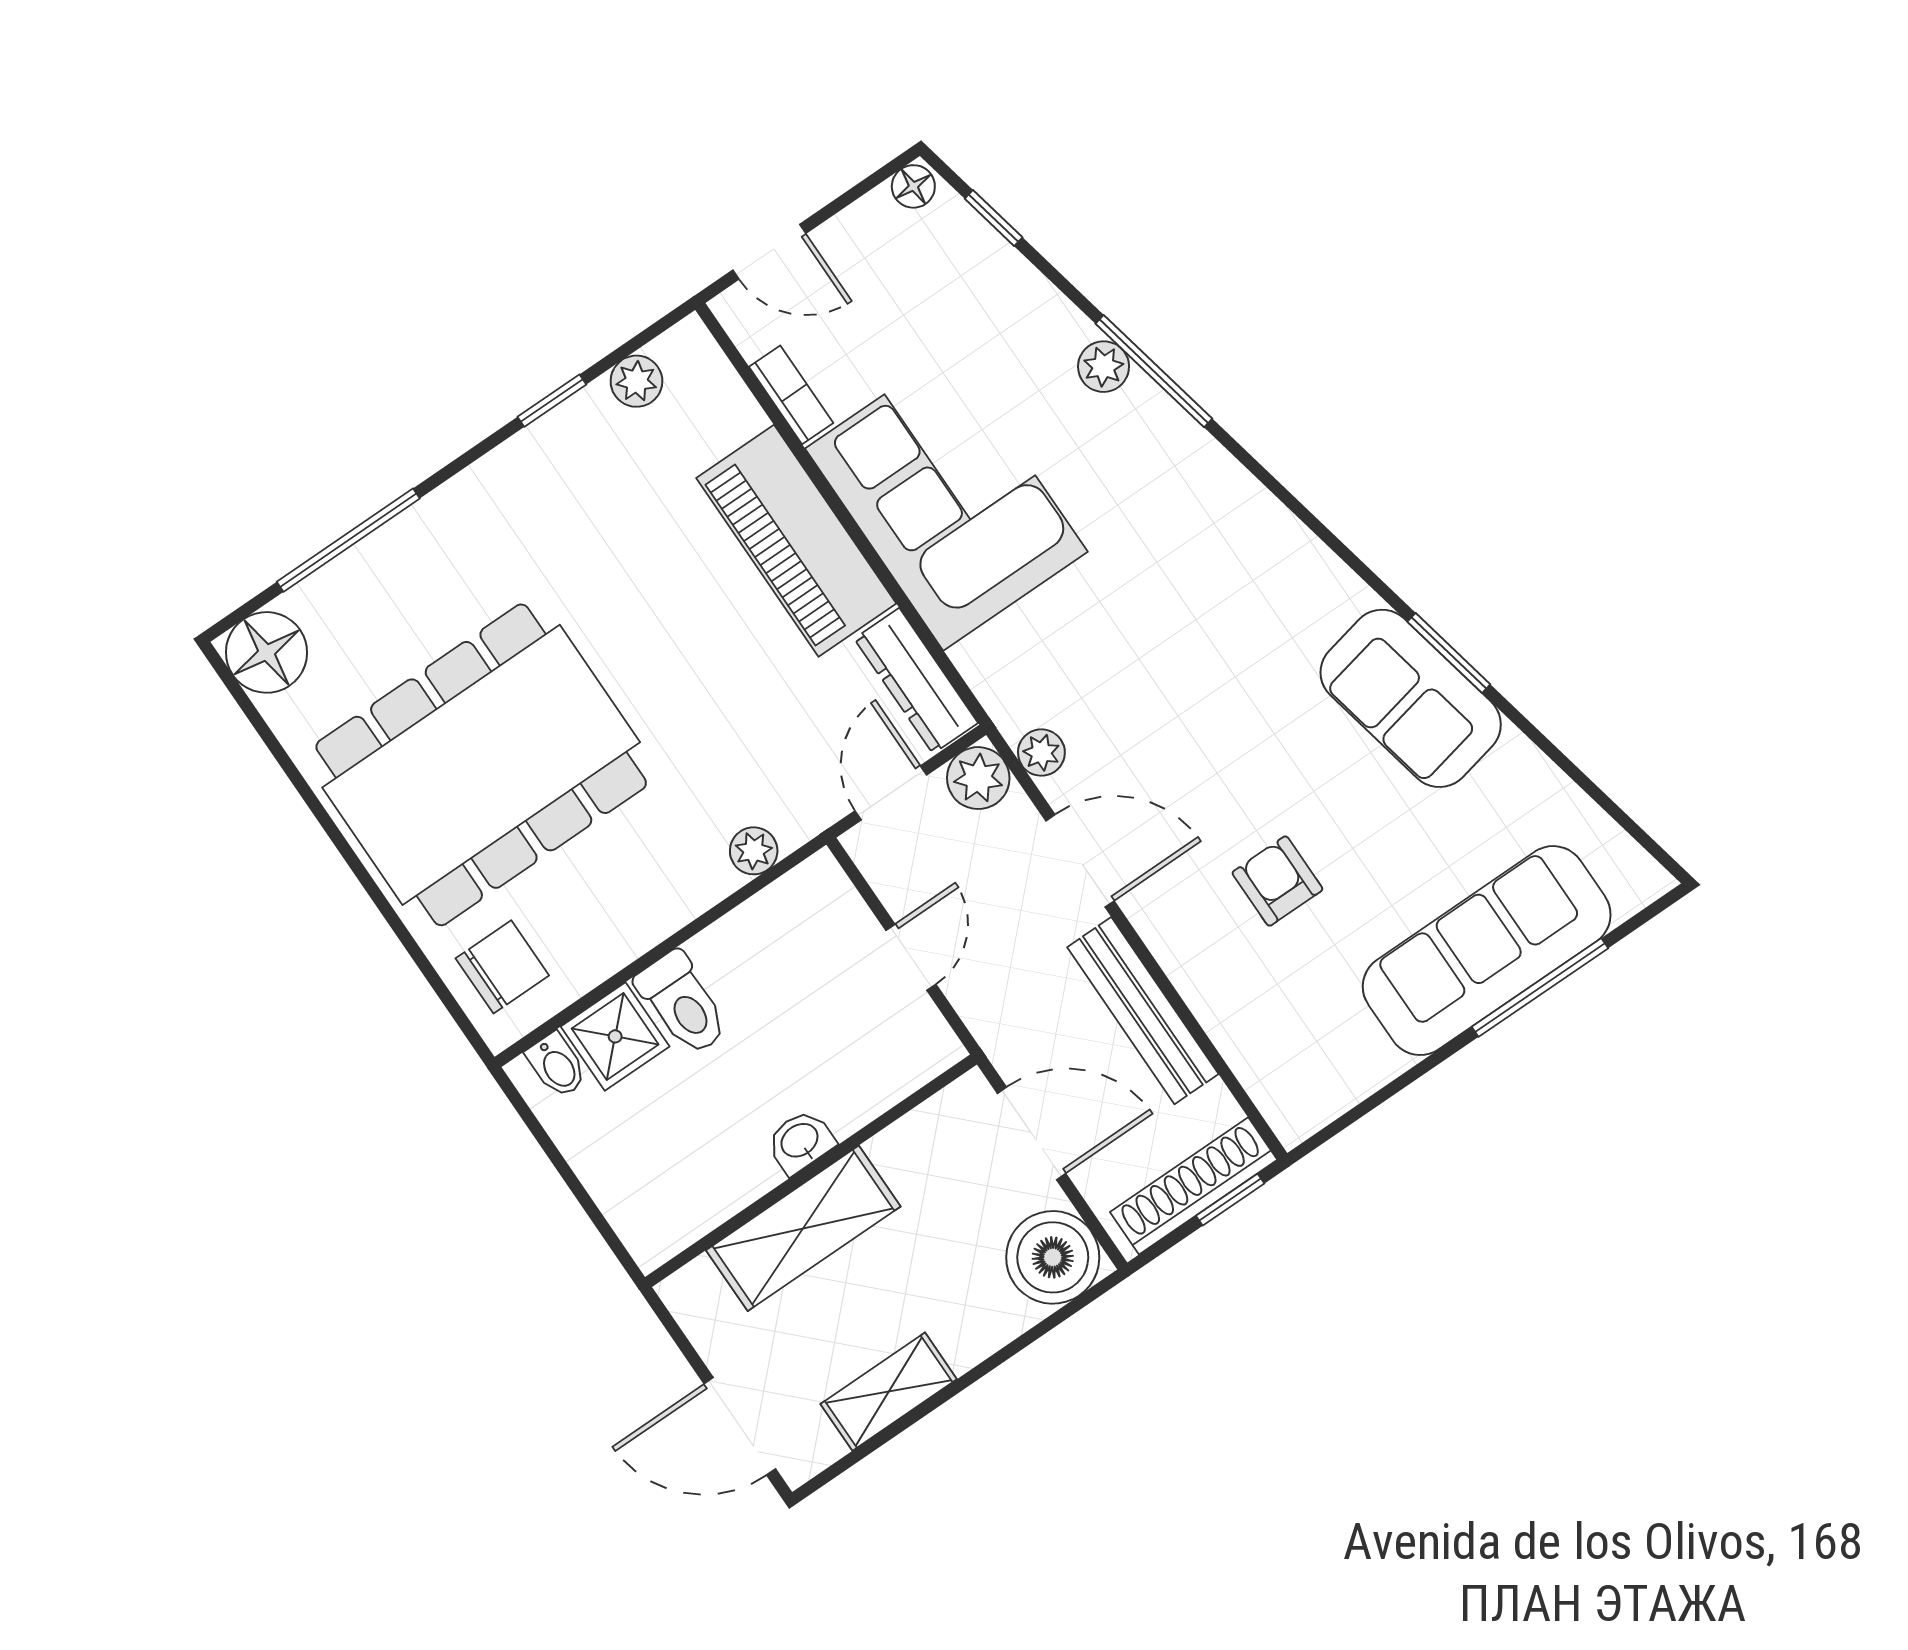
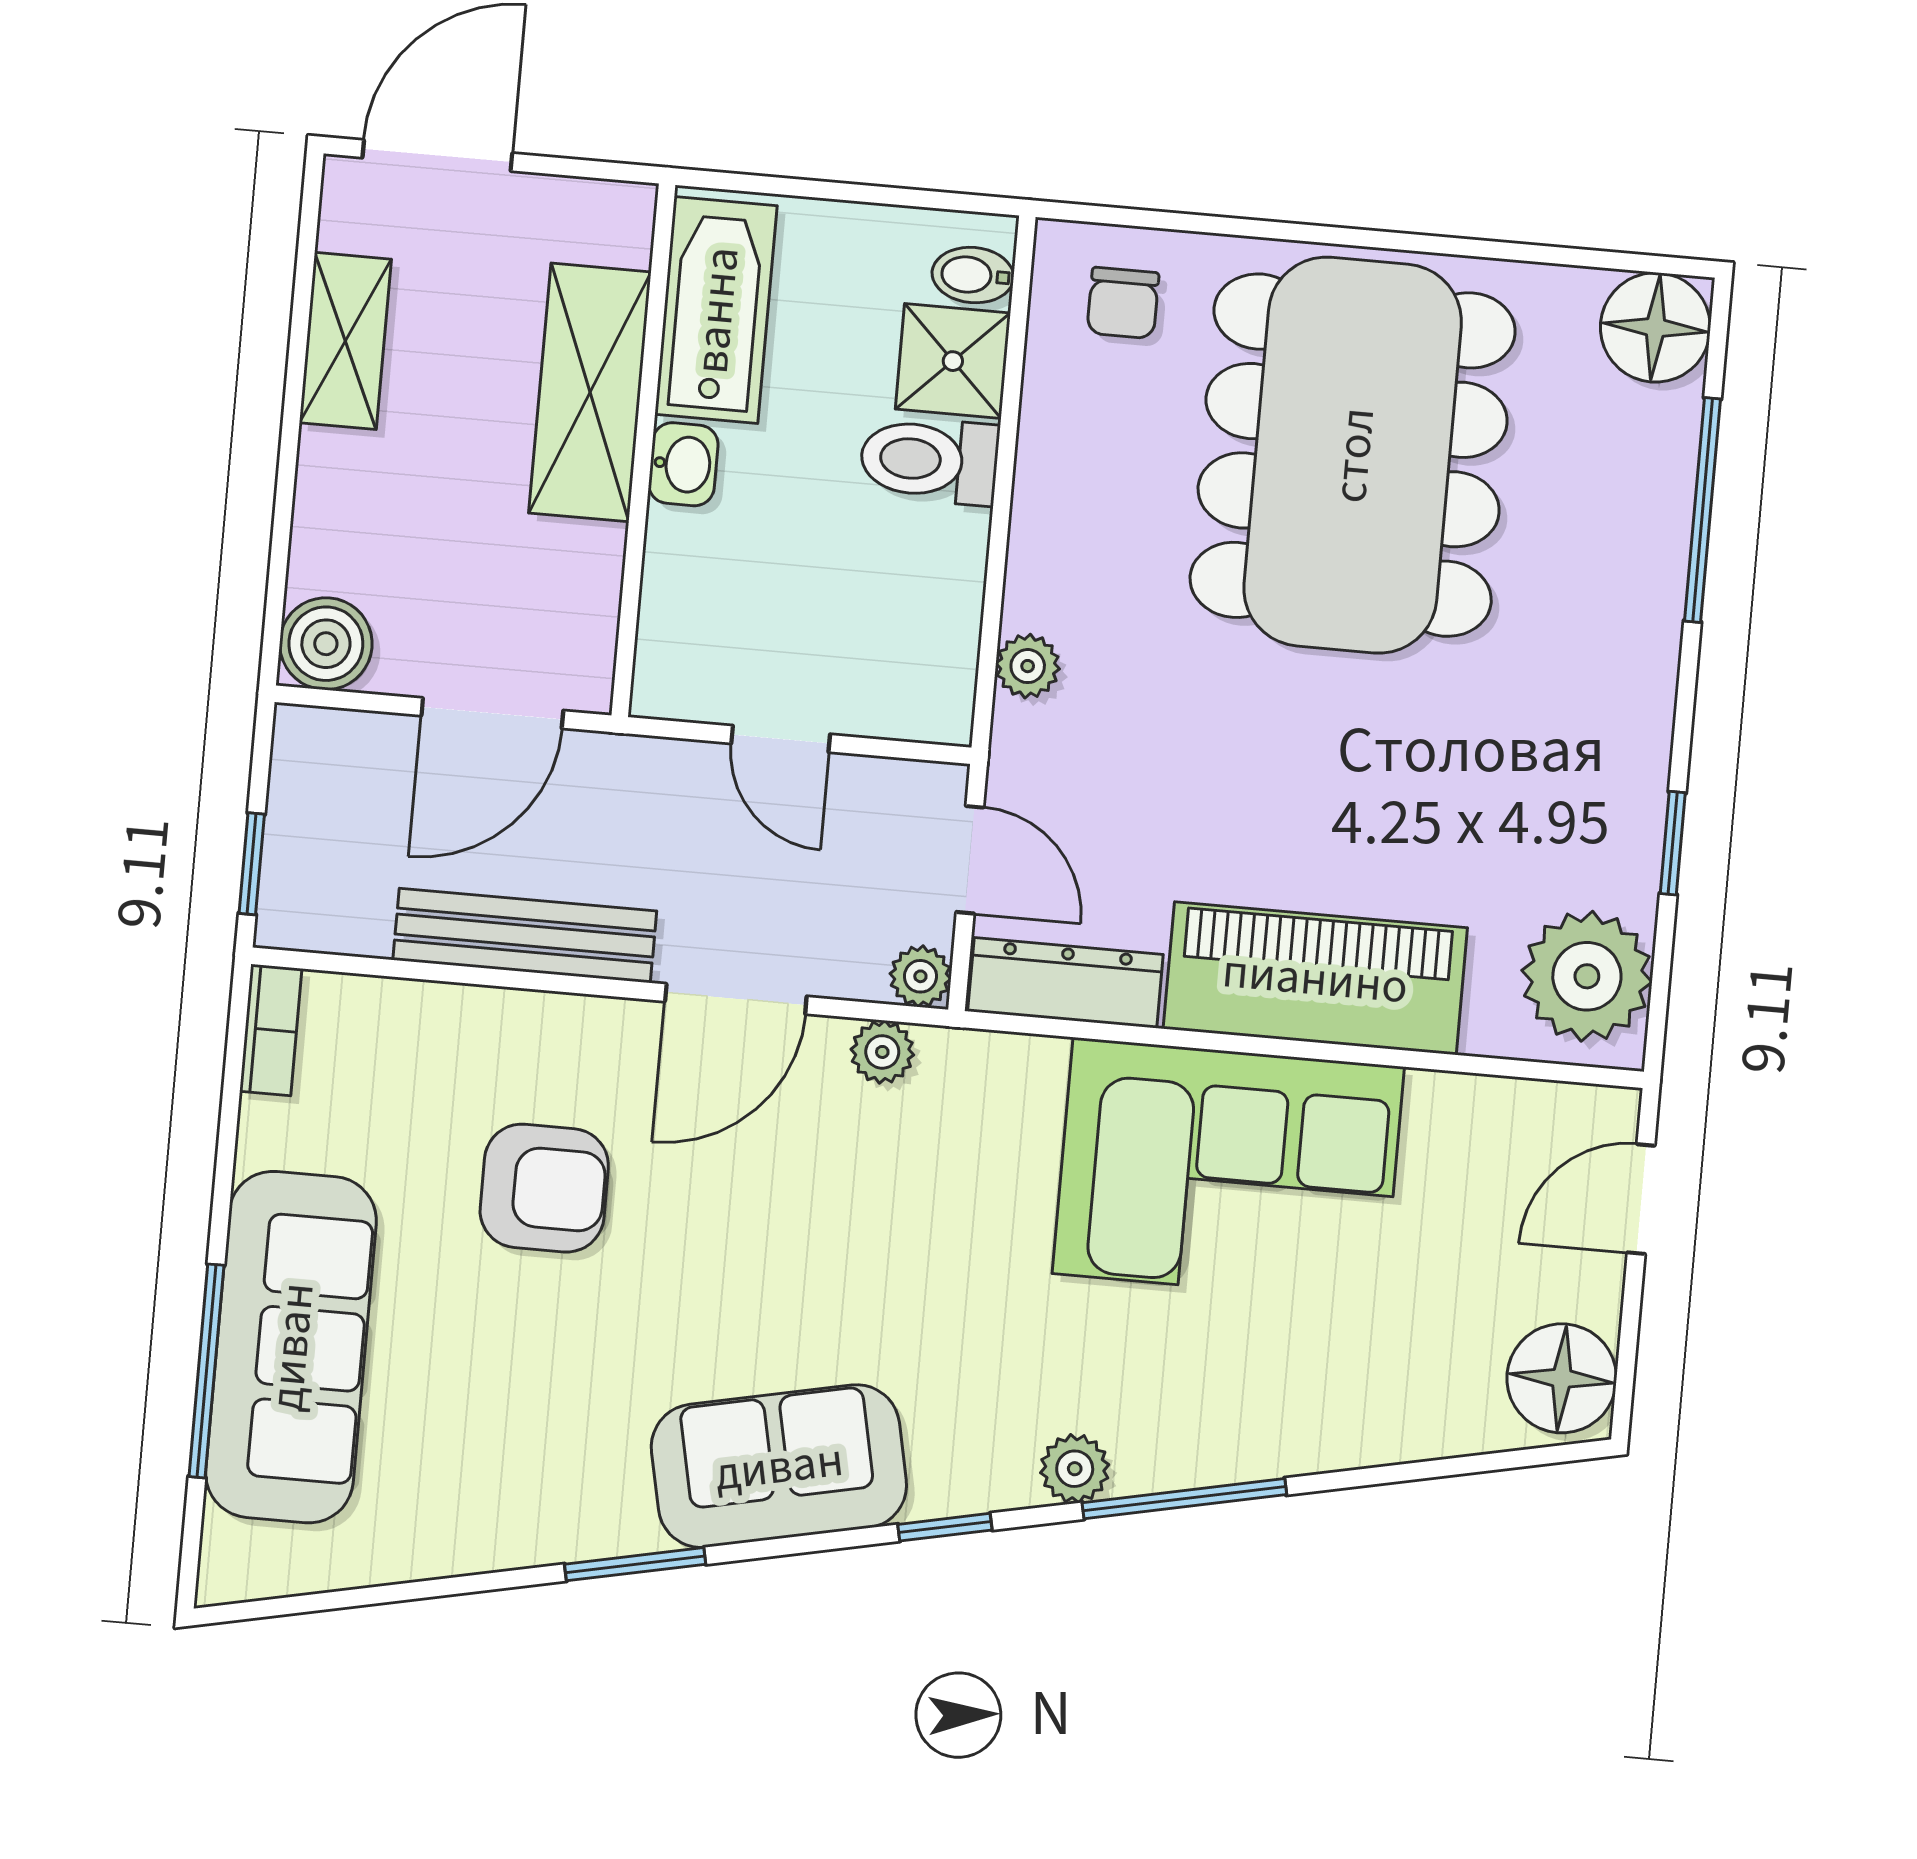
floor lamp: (913, 186) -> (1562, 1378), width x1.89, depth x1.89
window: (994, 218) -> (945, 1527), moved
plant: (1104, 367) -> (1075, 1469), moved
plant: (636, 381) -> (1587, 976), width x1.88, depth x1.88
bookcase: (791, 395) -> (271, 1030), moved, turned -90
sofa: (1411, 698) -> (779, 1466), moved
plant: (978, 778) -> (920, 976), width x0.73, depth x0.73
armchair: (1277, 881) -> (544, 1188), width x1.38, depth x1.38
chair: (502, 967) -> (1123, 303), width x0.73, depth x0.73
shoe rack: (1194, 1186) -> (298, 837), removed
bathtub: (697, 1195) -> (716, 310), added
boiler: (1053, 1257) -> (326, 644), width x0.73, depth x0.73

